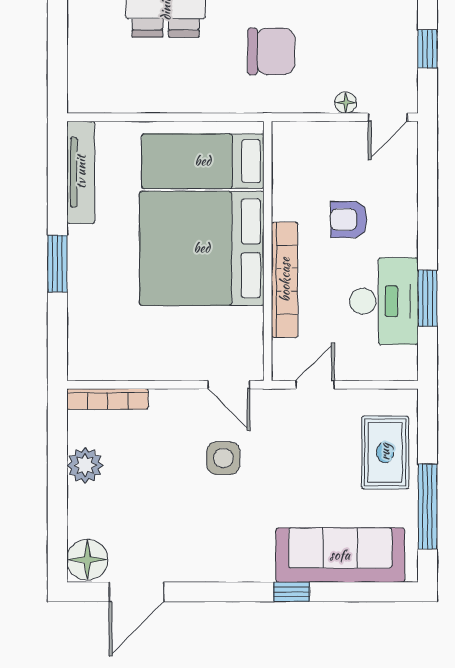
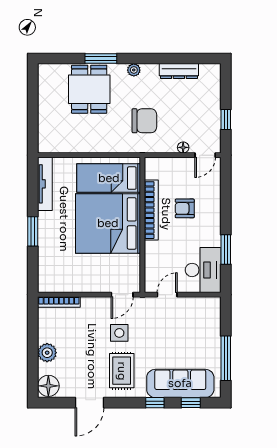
bookcase: (285, 280) -> (151, 210), moved
desk: (384, 301) -> (203, 270), moved
door: (229, 385) -> (122, 295), hinge flipped
rug: (385, 452) -> (122, 371), moved
plant: (85, 465) -> (47, 353), moved
door: (137, 592) -> (90, 403), moved
window: (360, 592) -> (191, 403), added

